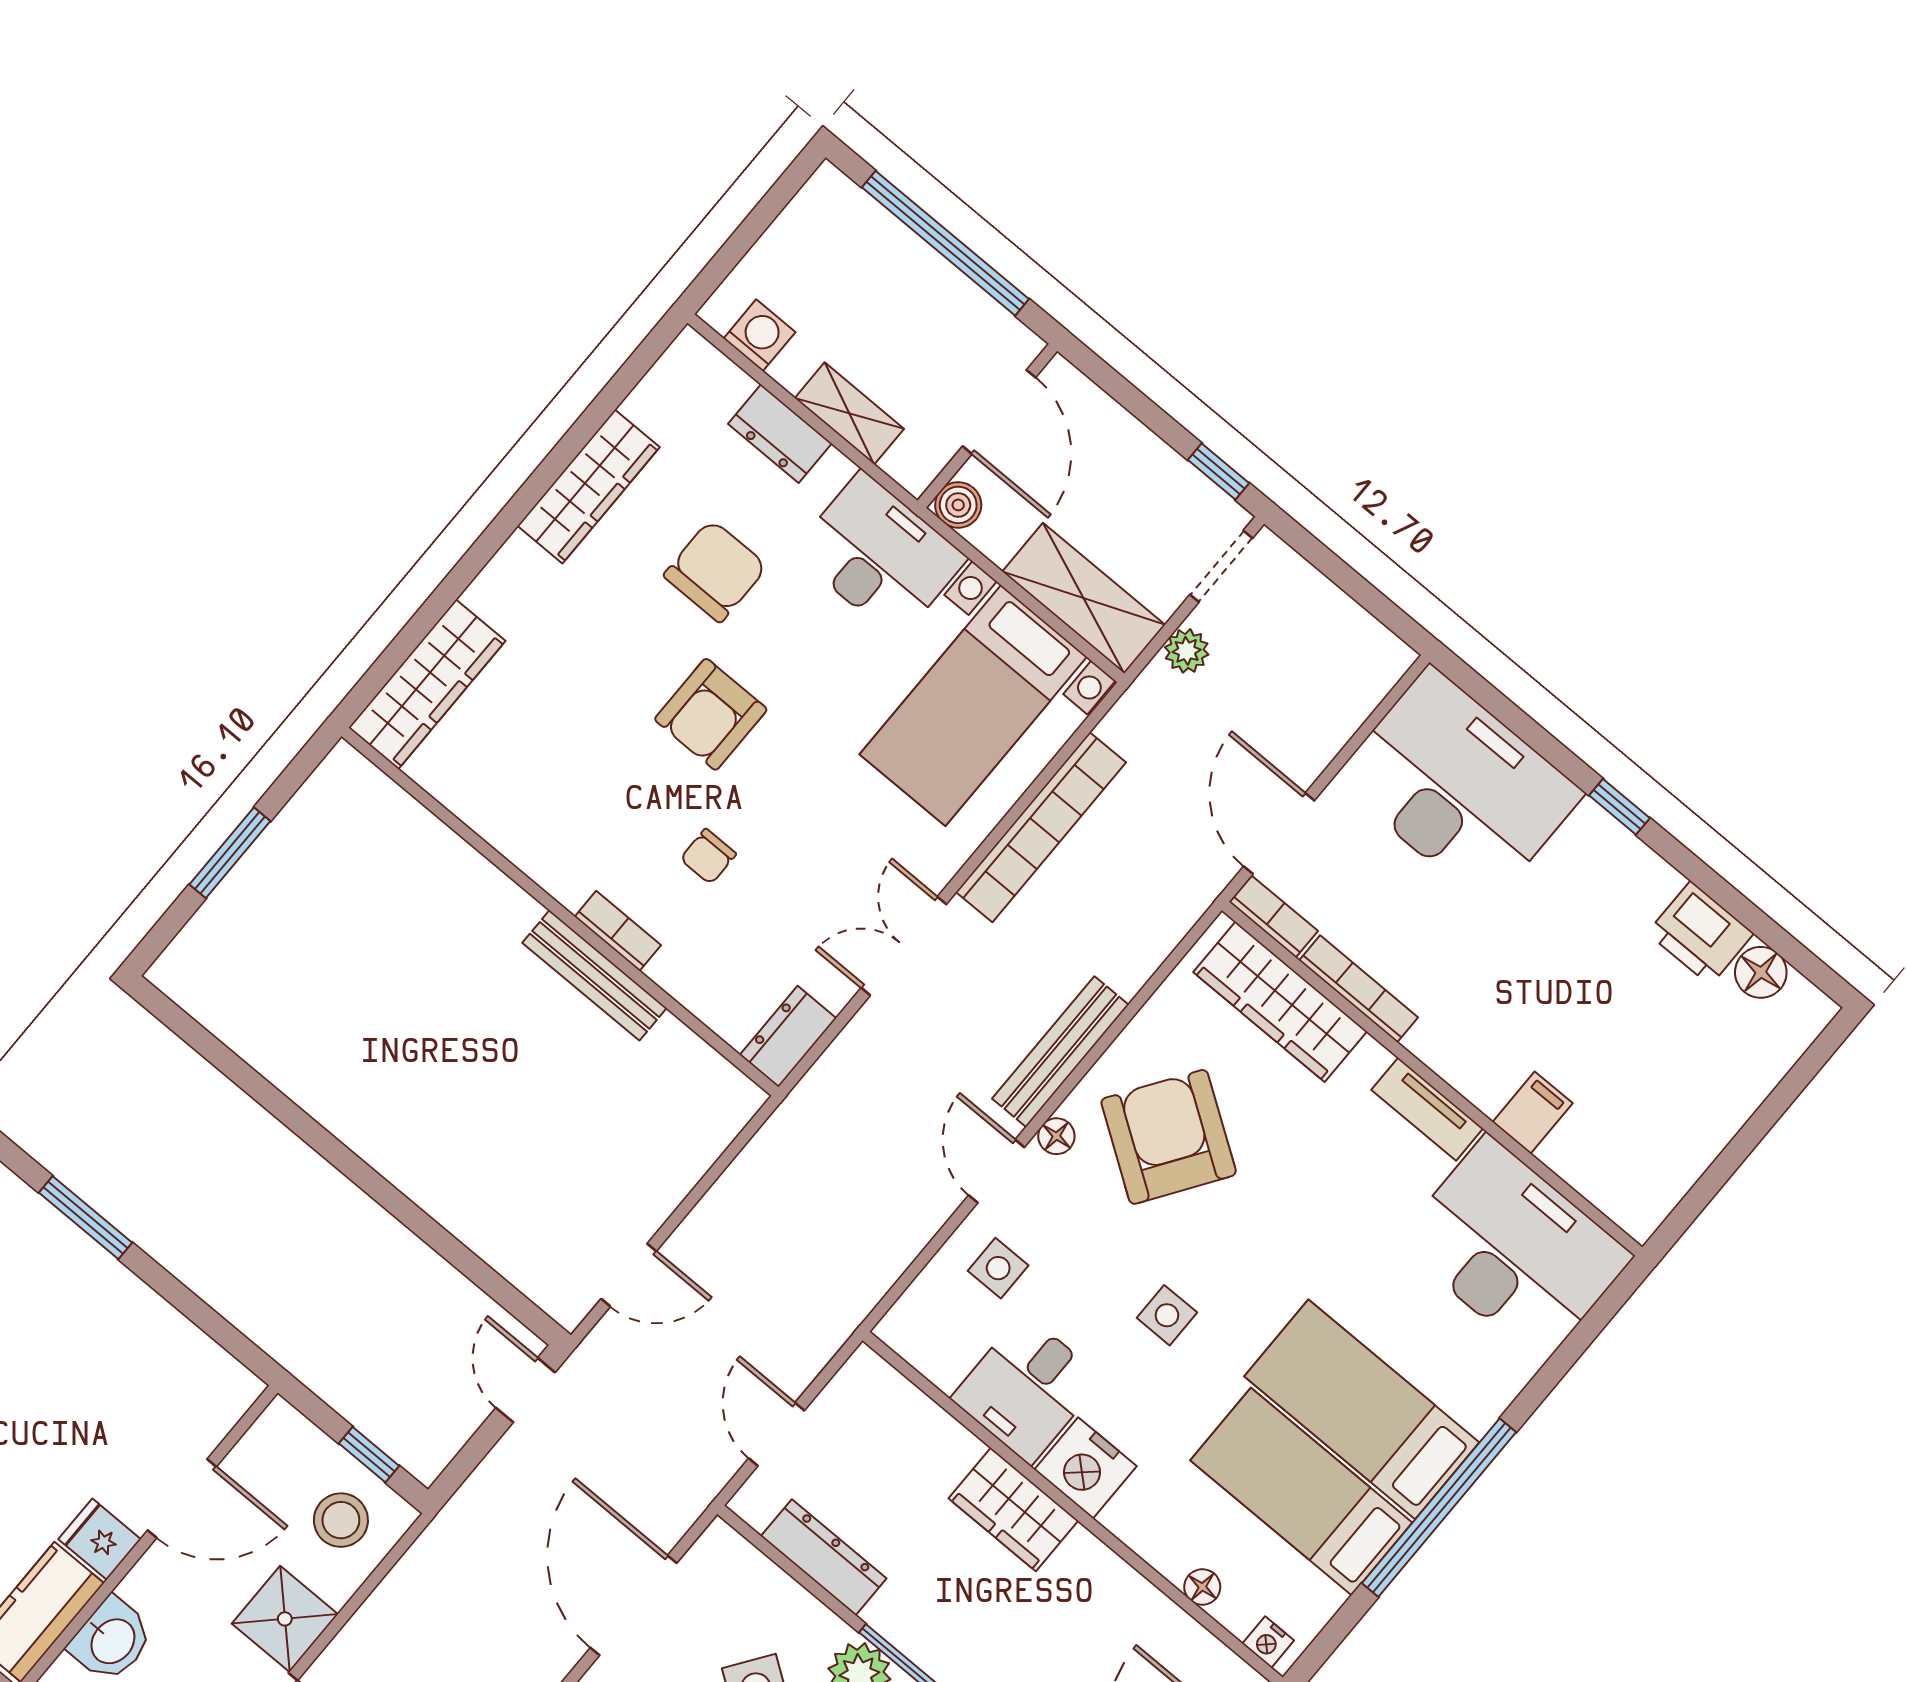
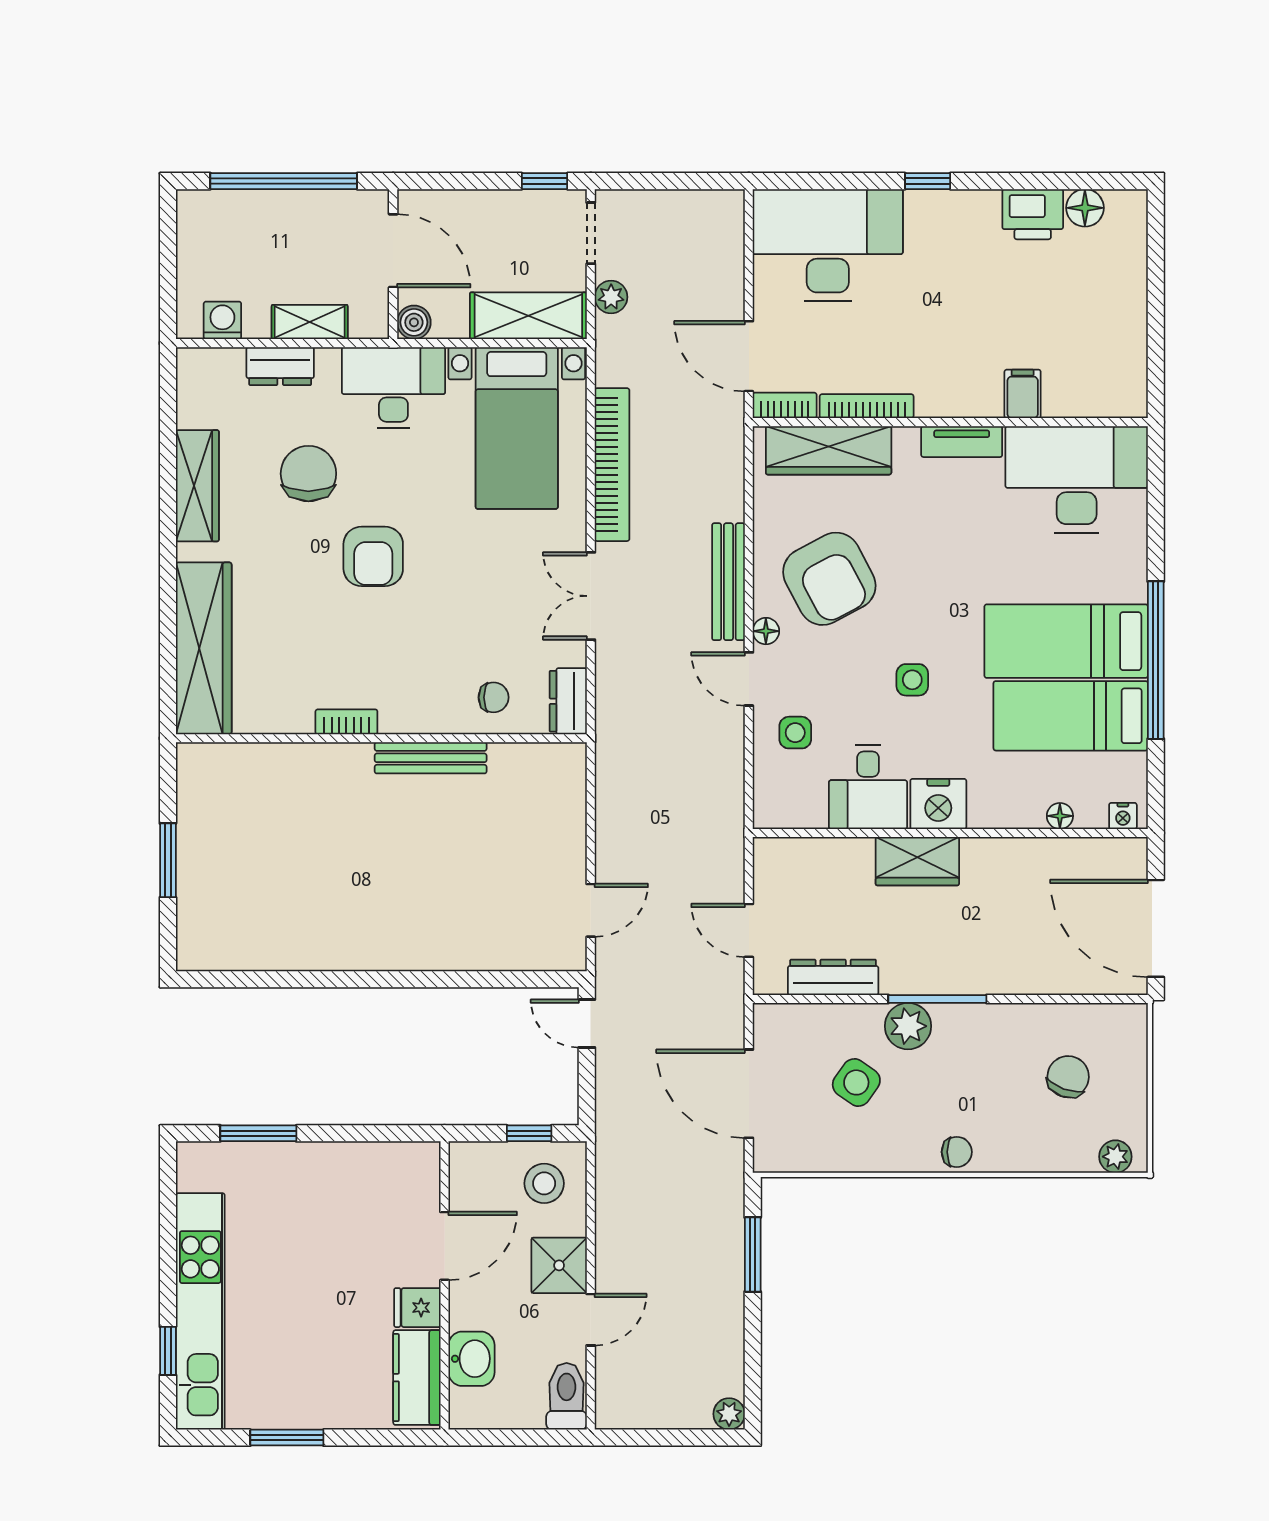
wardrobe: (427, 684) -> (204, 648), width x1.40, depth x1.17
chair: (708, 856) -> (494, 697), moved, turned -90
bookcase: (618, 931) -> (346, 722), moved
armchair: (1169, 1137) -> (829, 579), turned -152

